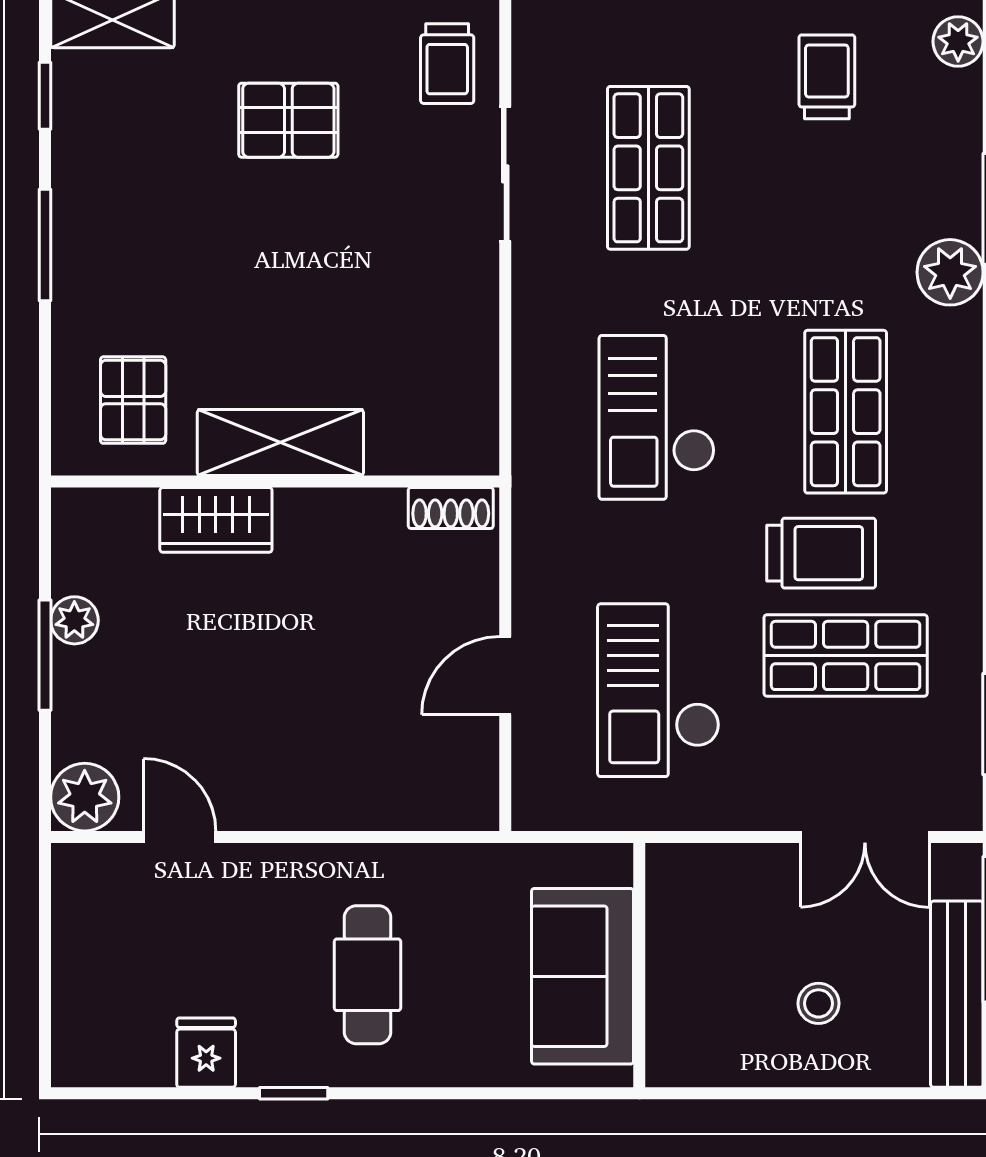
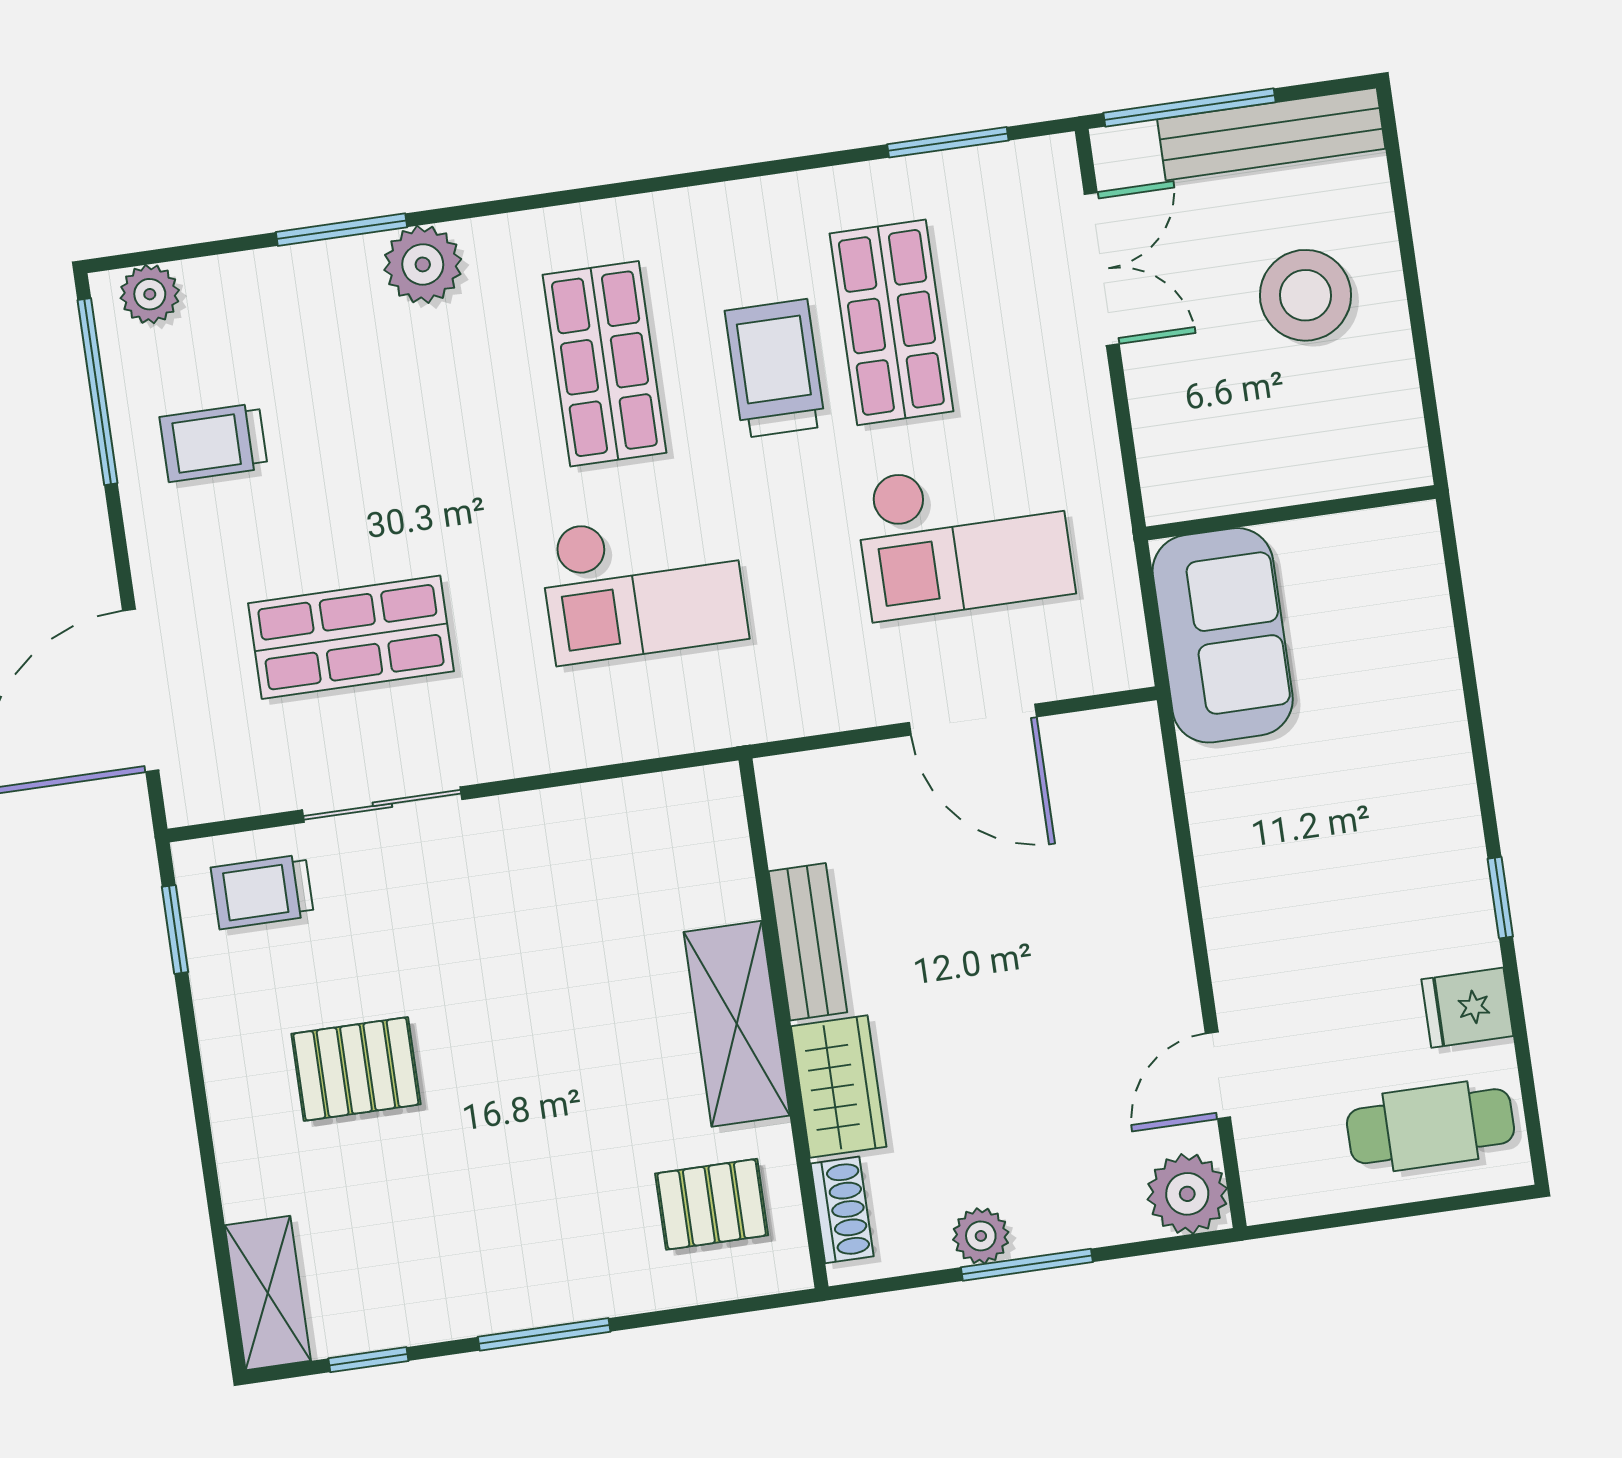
trolley: (447, 64) -> (262, 892), turned 180
pallet: (288, 120) -> (356, 1069), turned 90
shop shelf: (846, 412) -> (604, 364), turned 90
shoe rack: (451, 508) -> (842, 1210), moved
bench: (340, 512) -> (808, 942), added
door: (505, 676) -> (973, 720), width x1.38
cafe table: (368, 975) -> (1430, 1126), moved
sofa: (583, 976) -> (1223, 635), moved, turned -90
stool: (818, 1003) -> (1305, 295), width x1.89, depth x1.89

